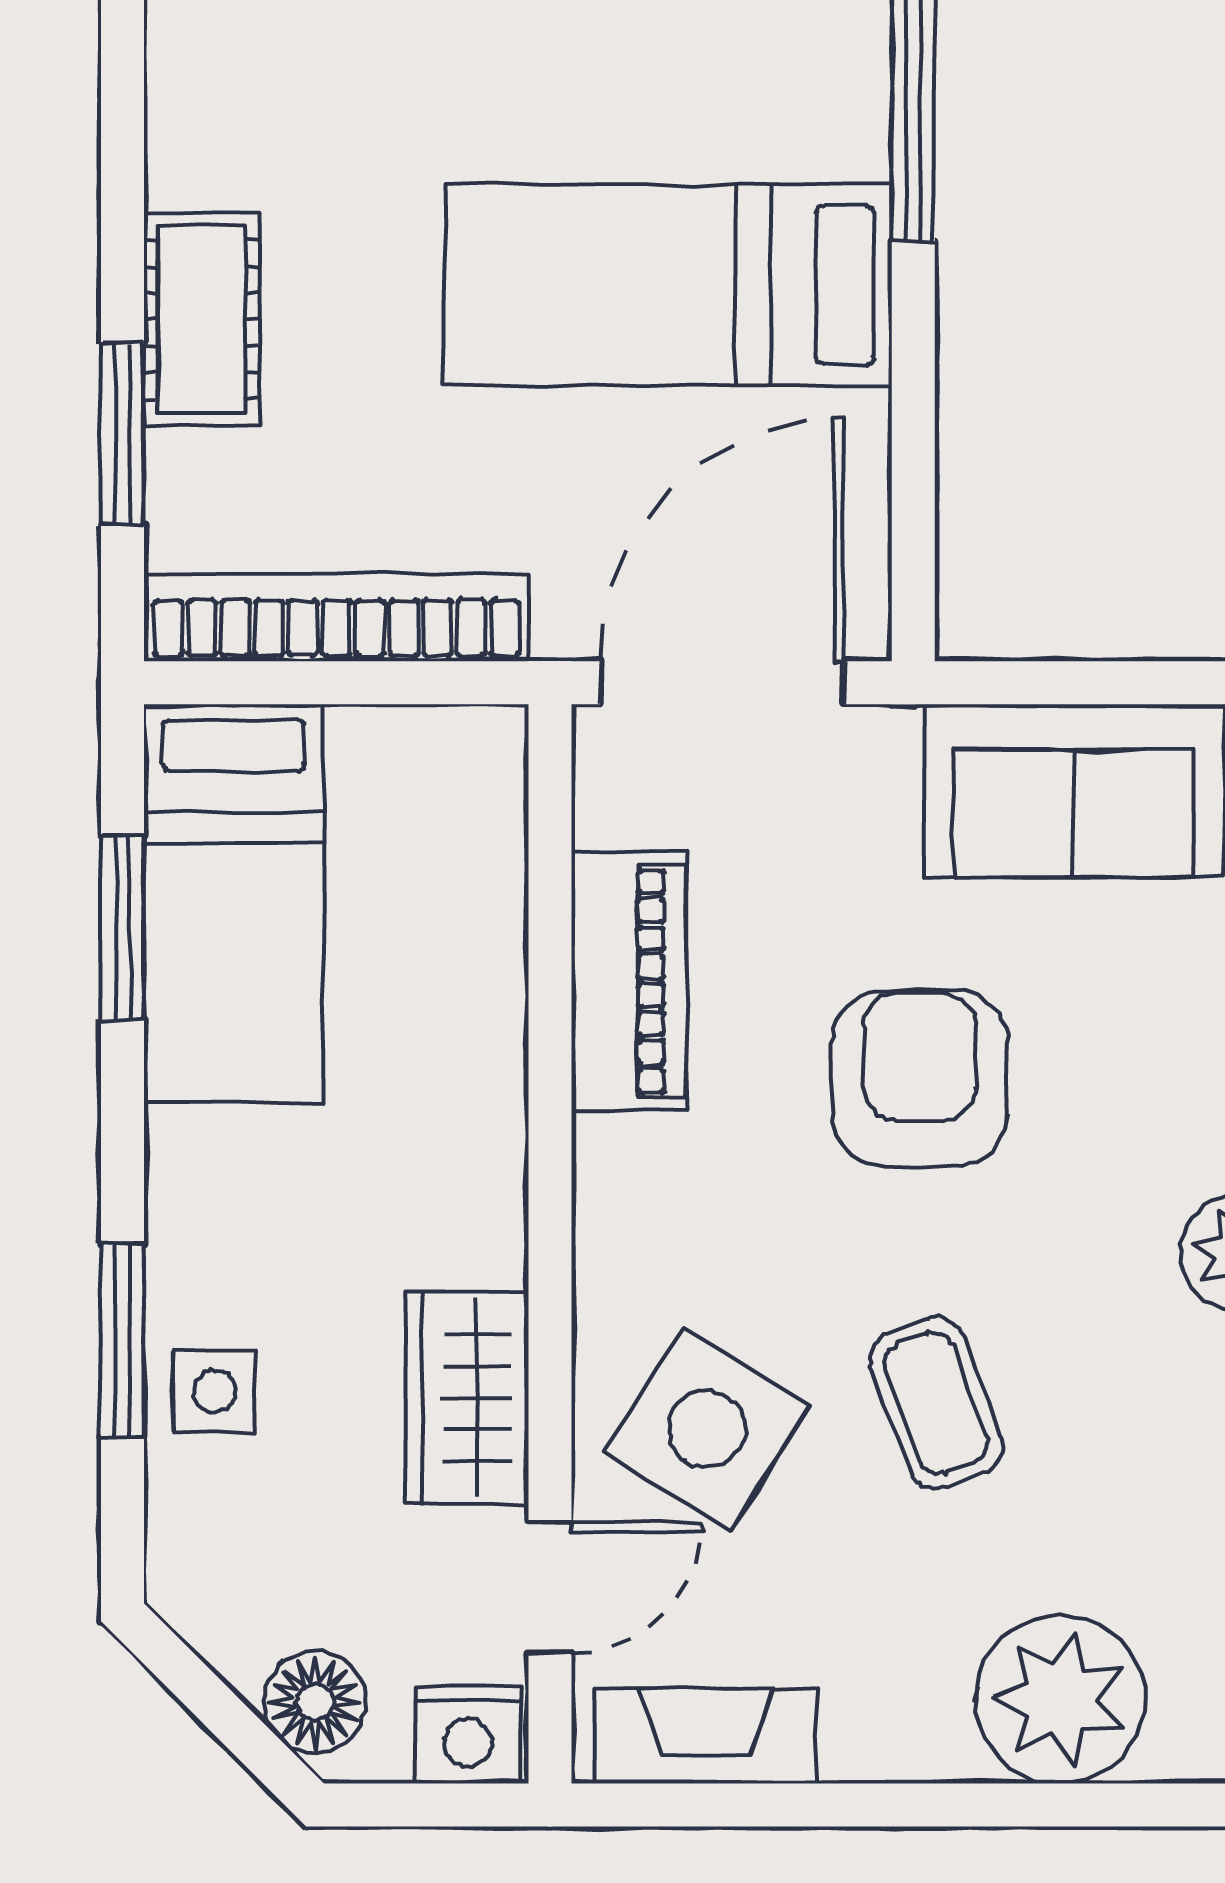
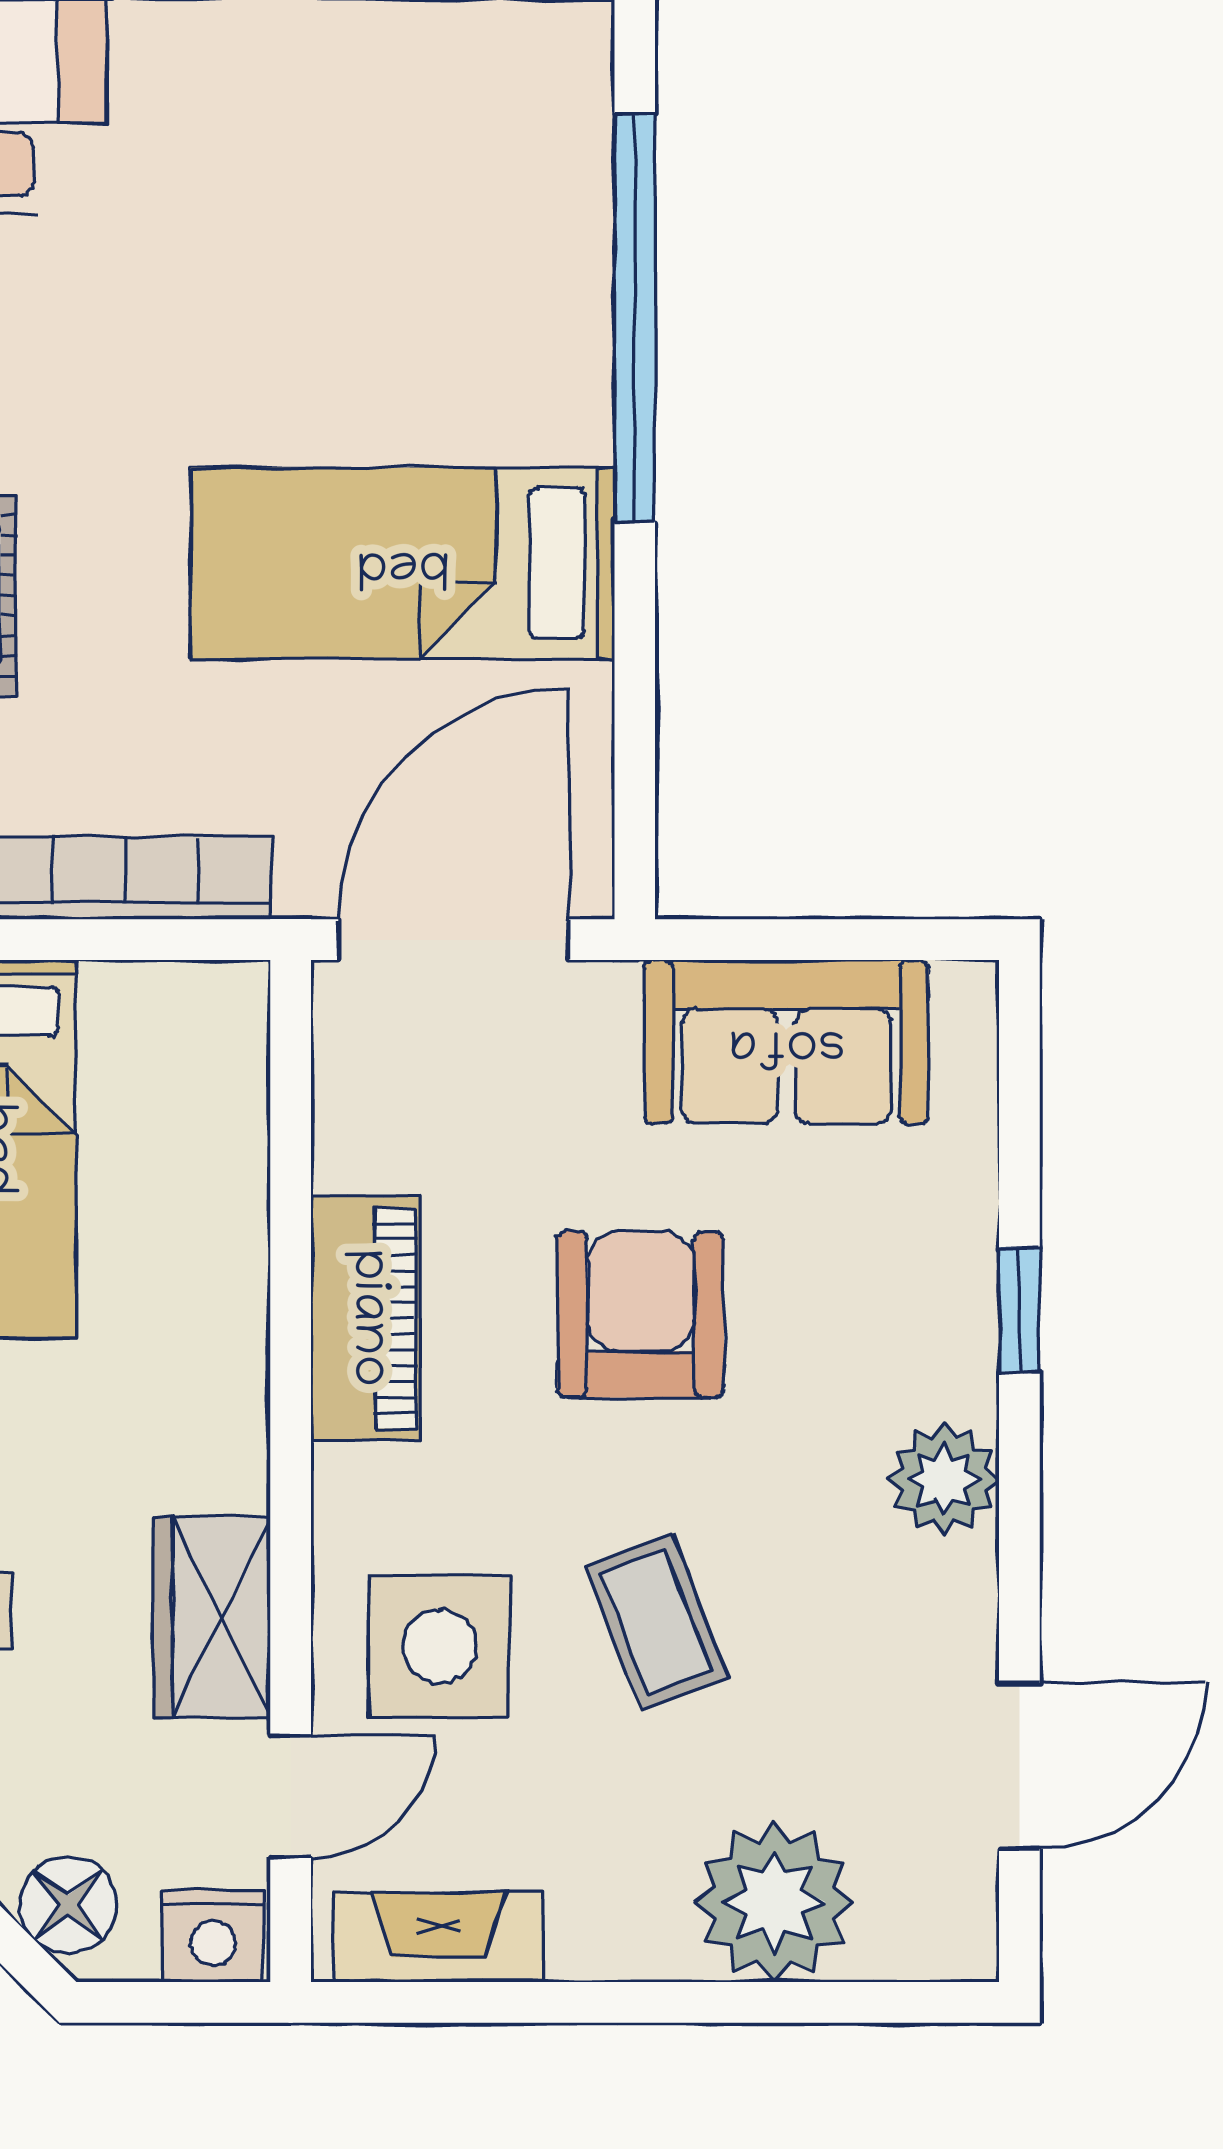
piano: (629, 981) -> (366, 1318), moved
side table: (707, 1429) -> (439, 1646), turned -32

